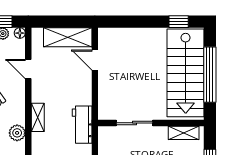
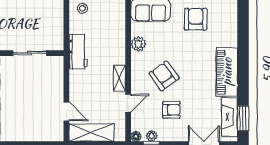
door: (28, 69) -> (128, 103), hinge flipped
shelving: (38, 117) -> (119, 78), moved

